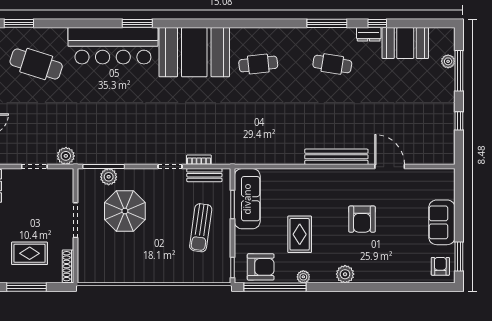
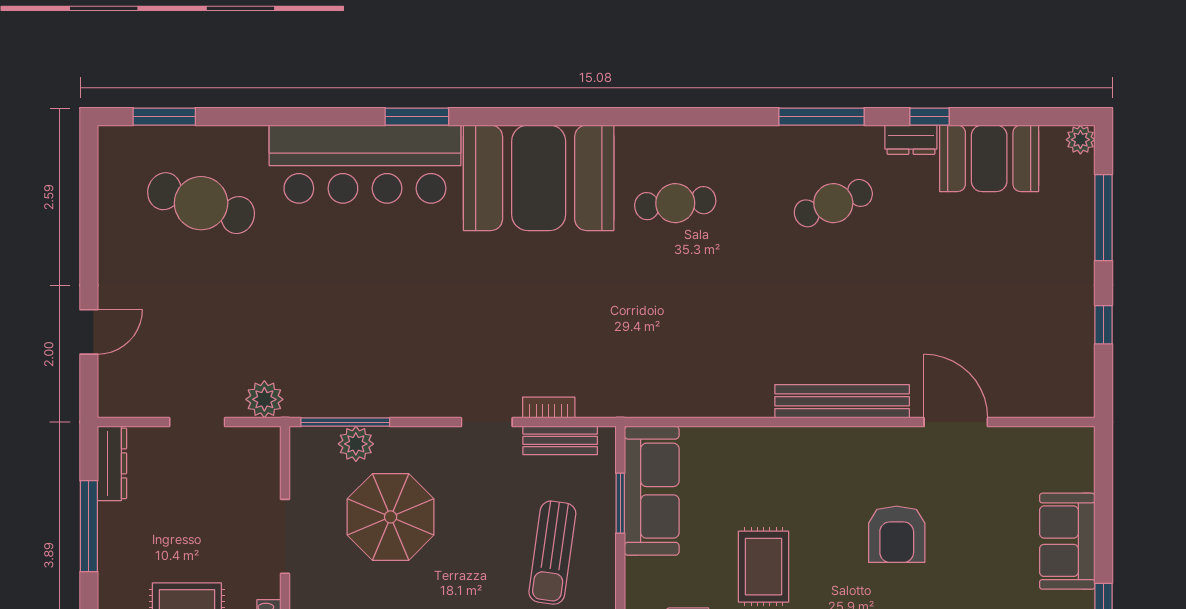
plant: (448, 61) -> (1080, 140), moved
cafe table: (332, 64) -> (833, 203), turned -30

